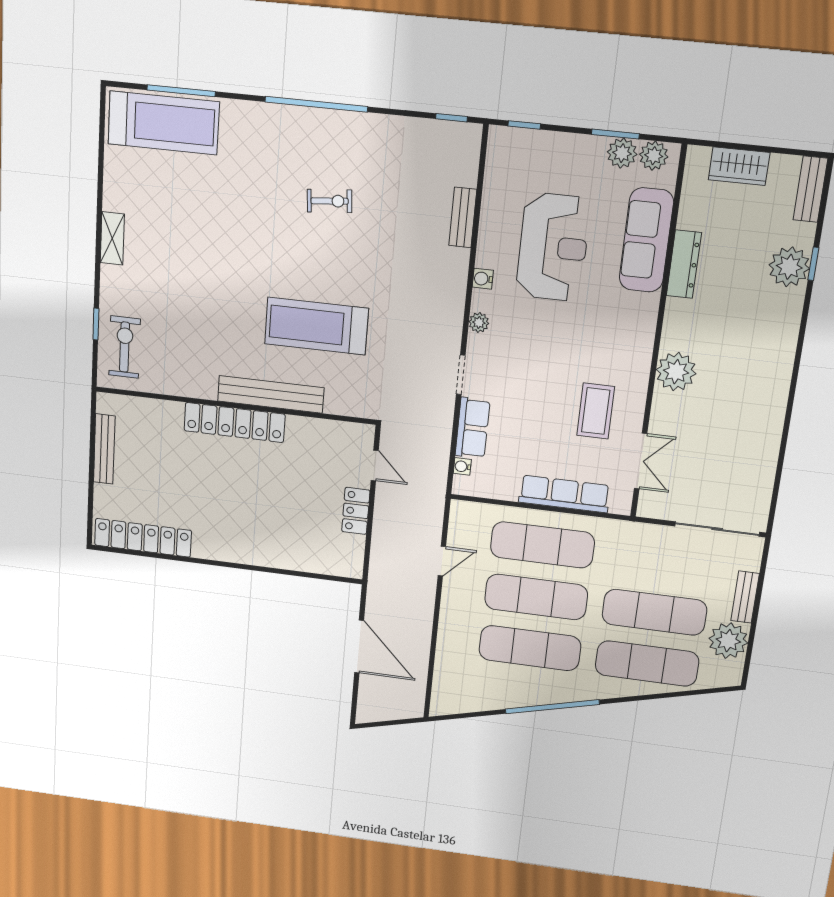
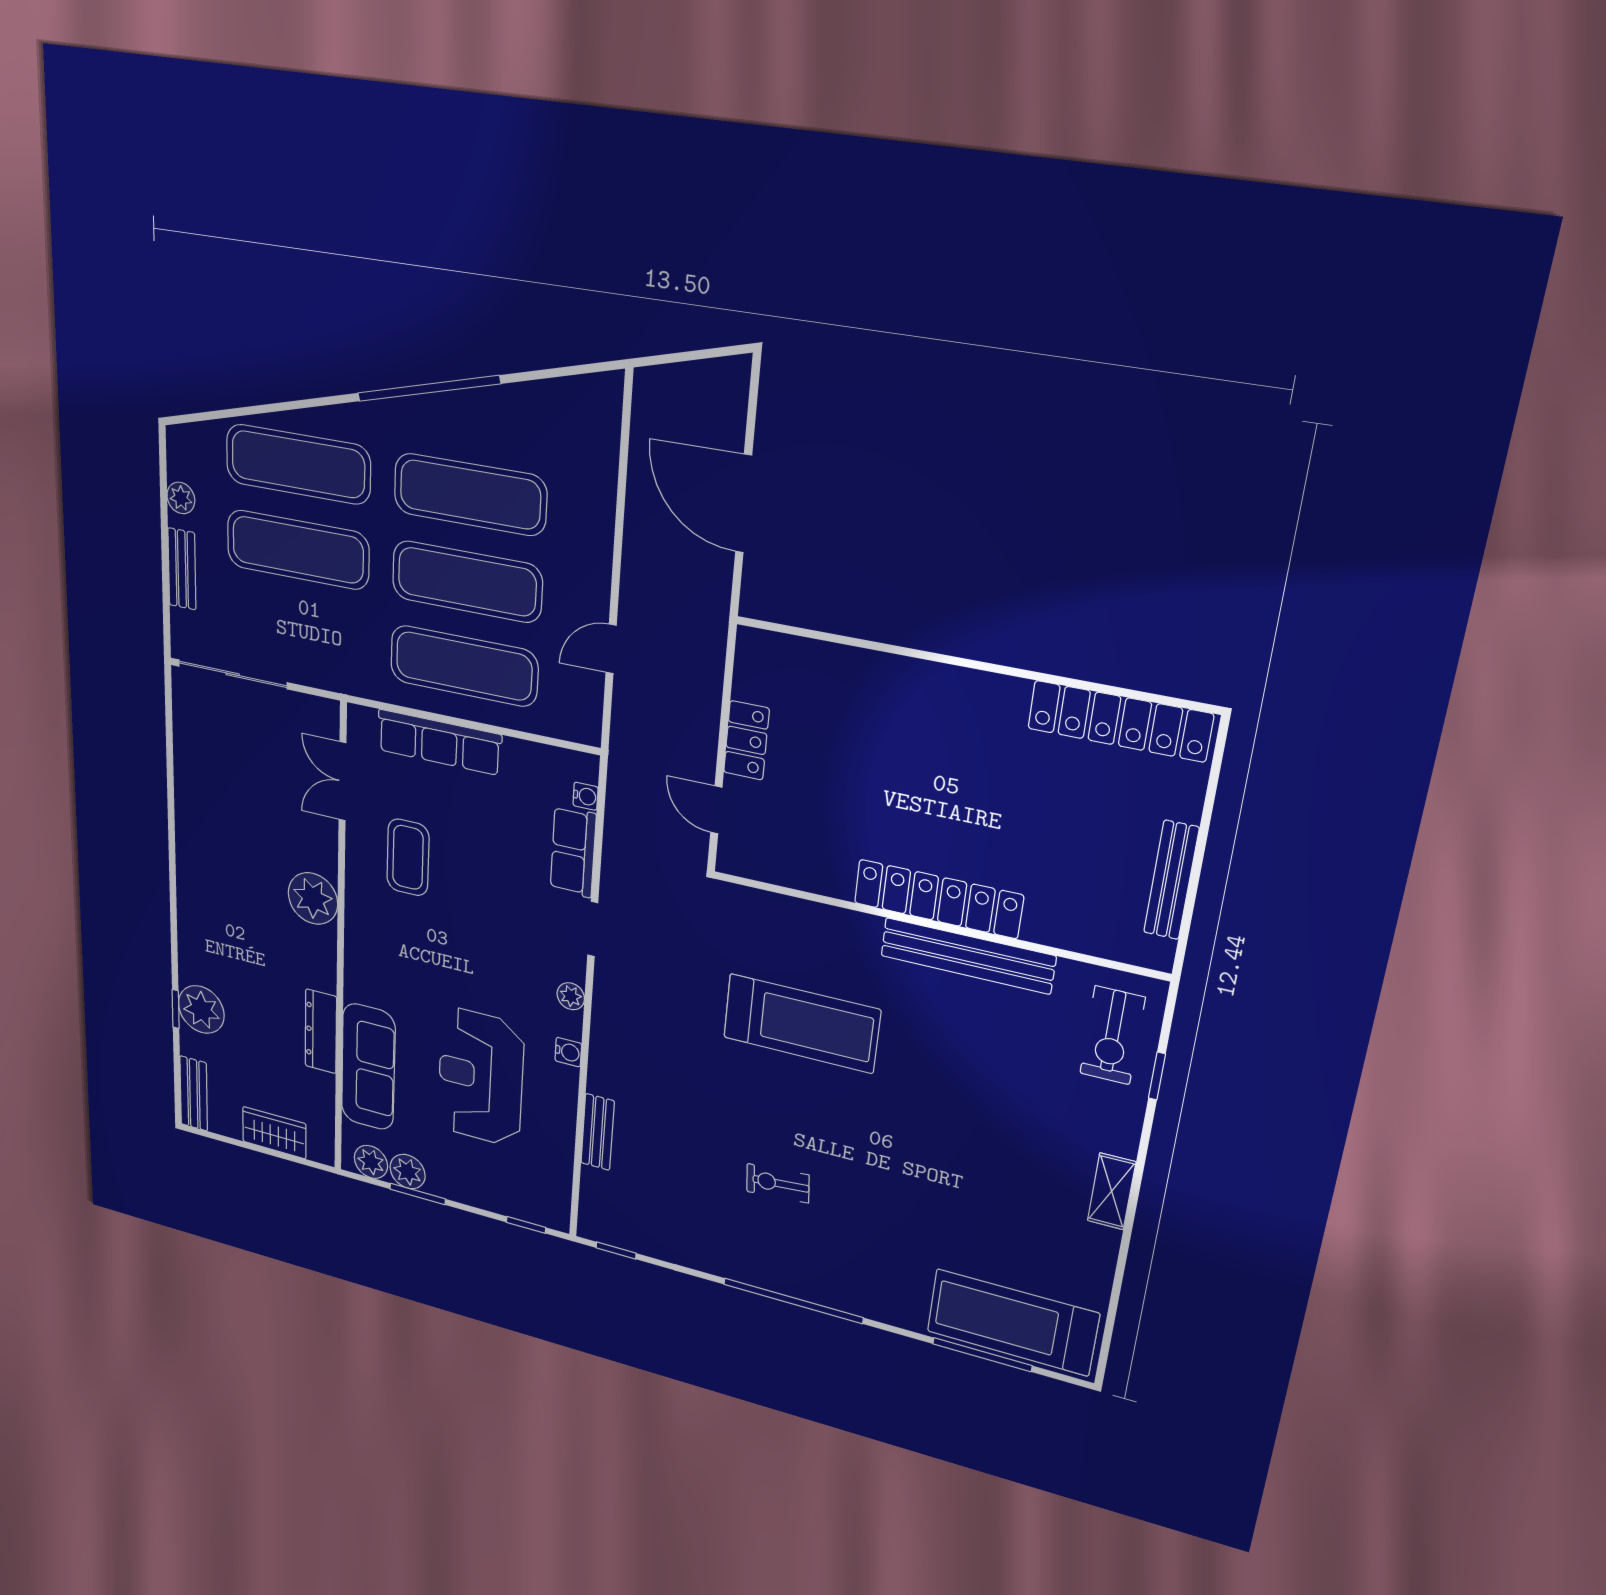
bench: (271, 394) -> (968, 956), moved
plant: (728, 641) -> (181, 498), width x0.53, depth x0.53

